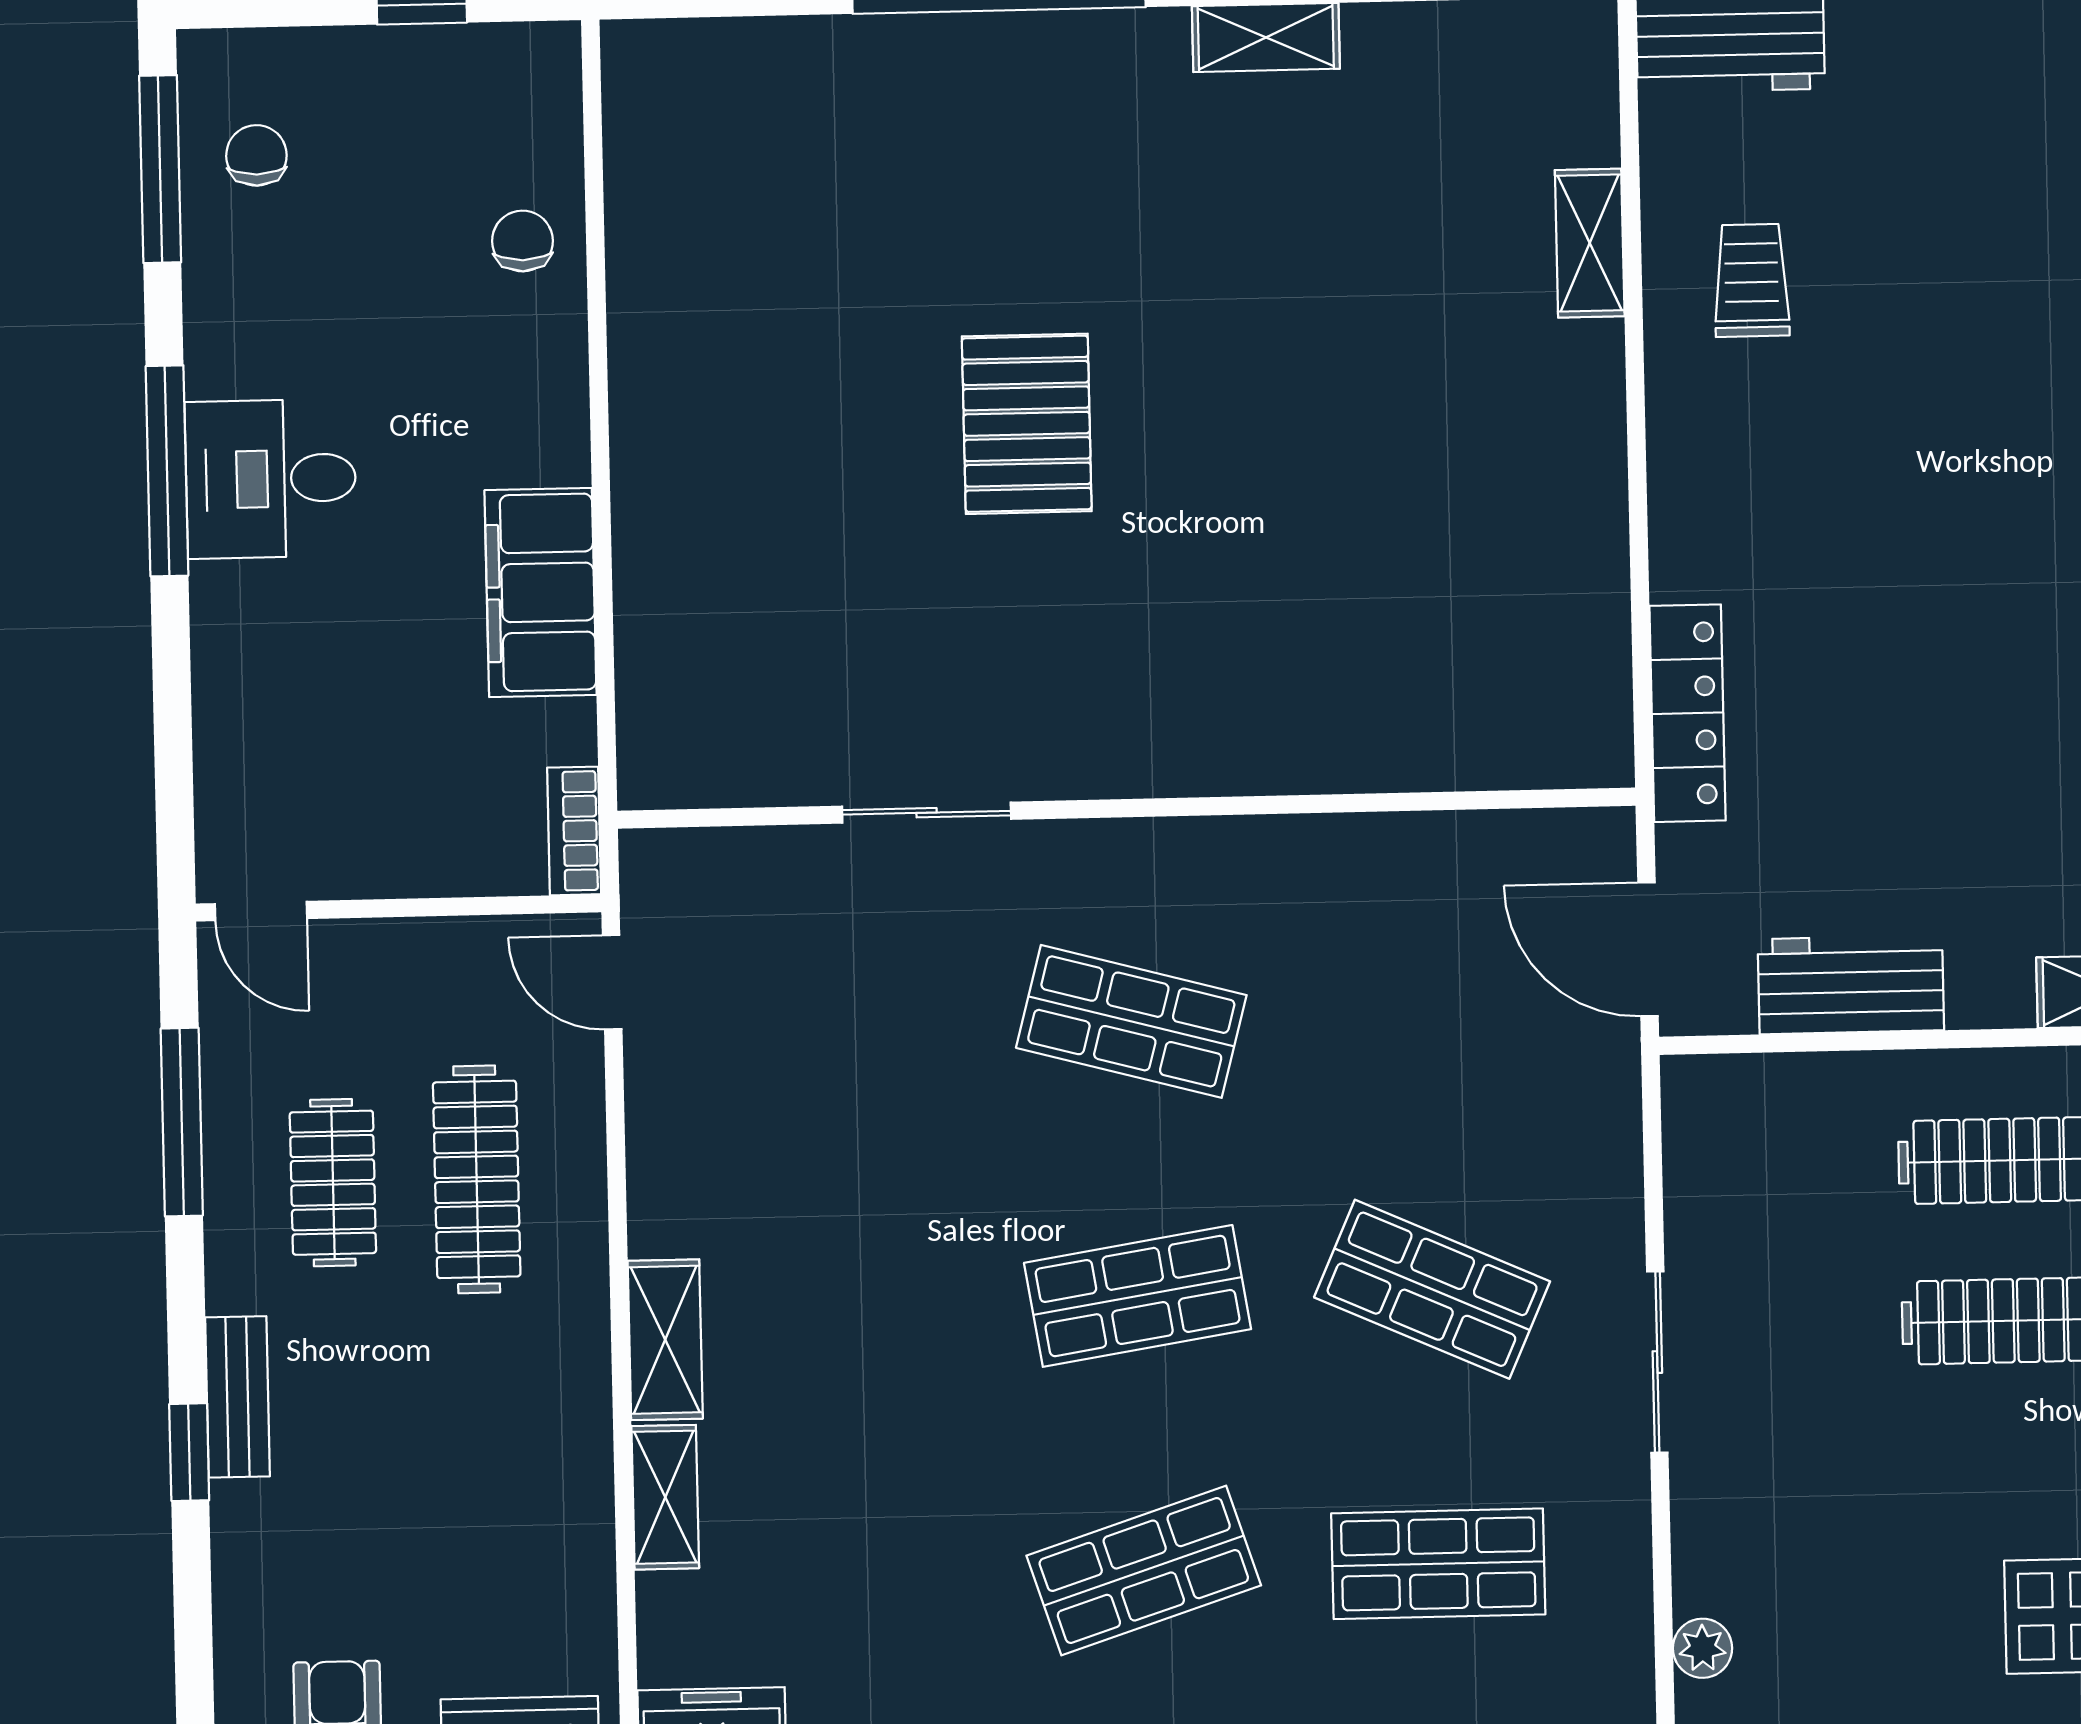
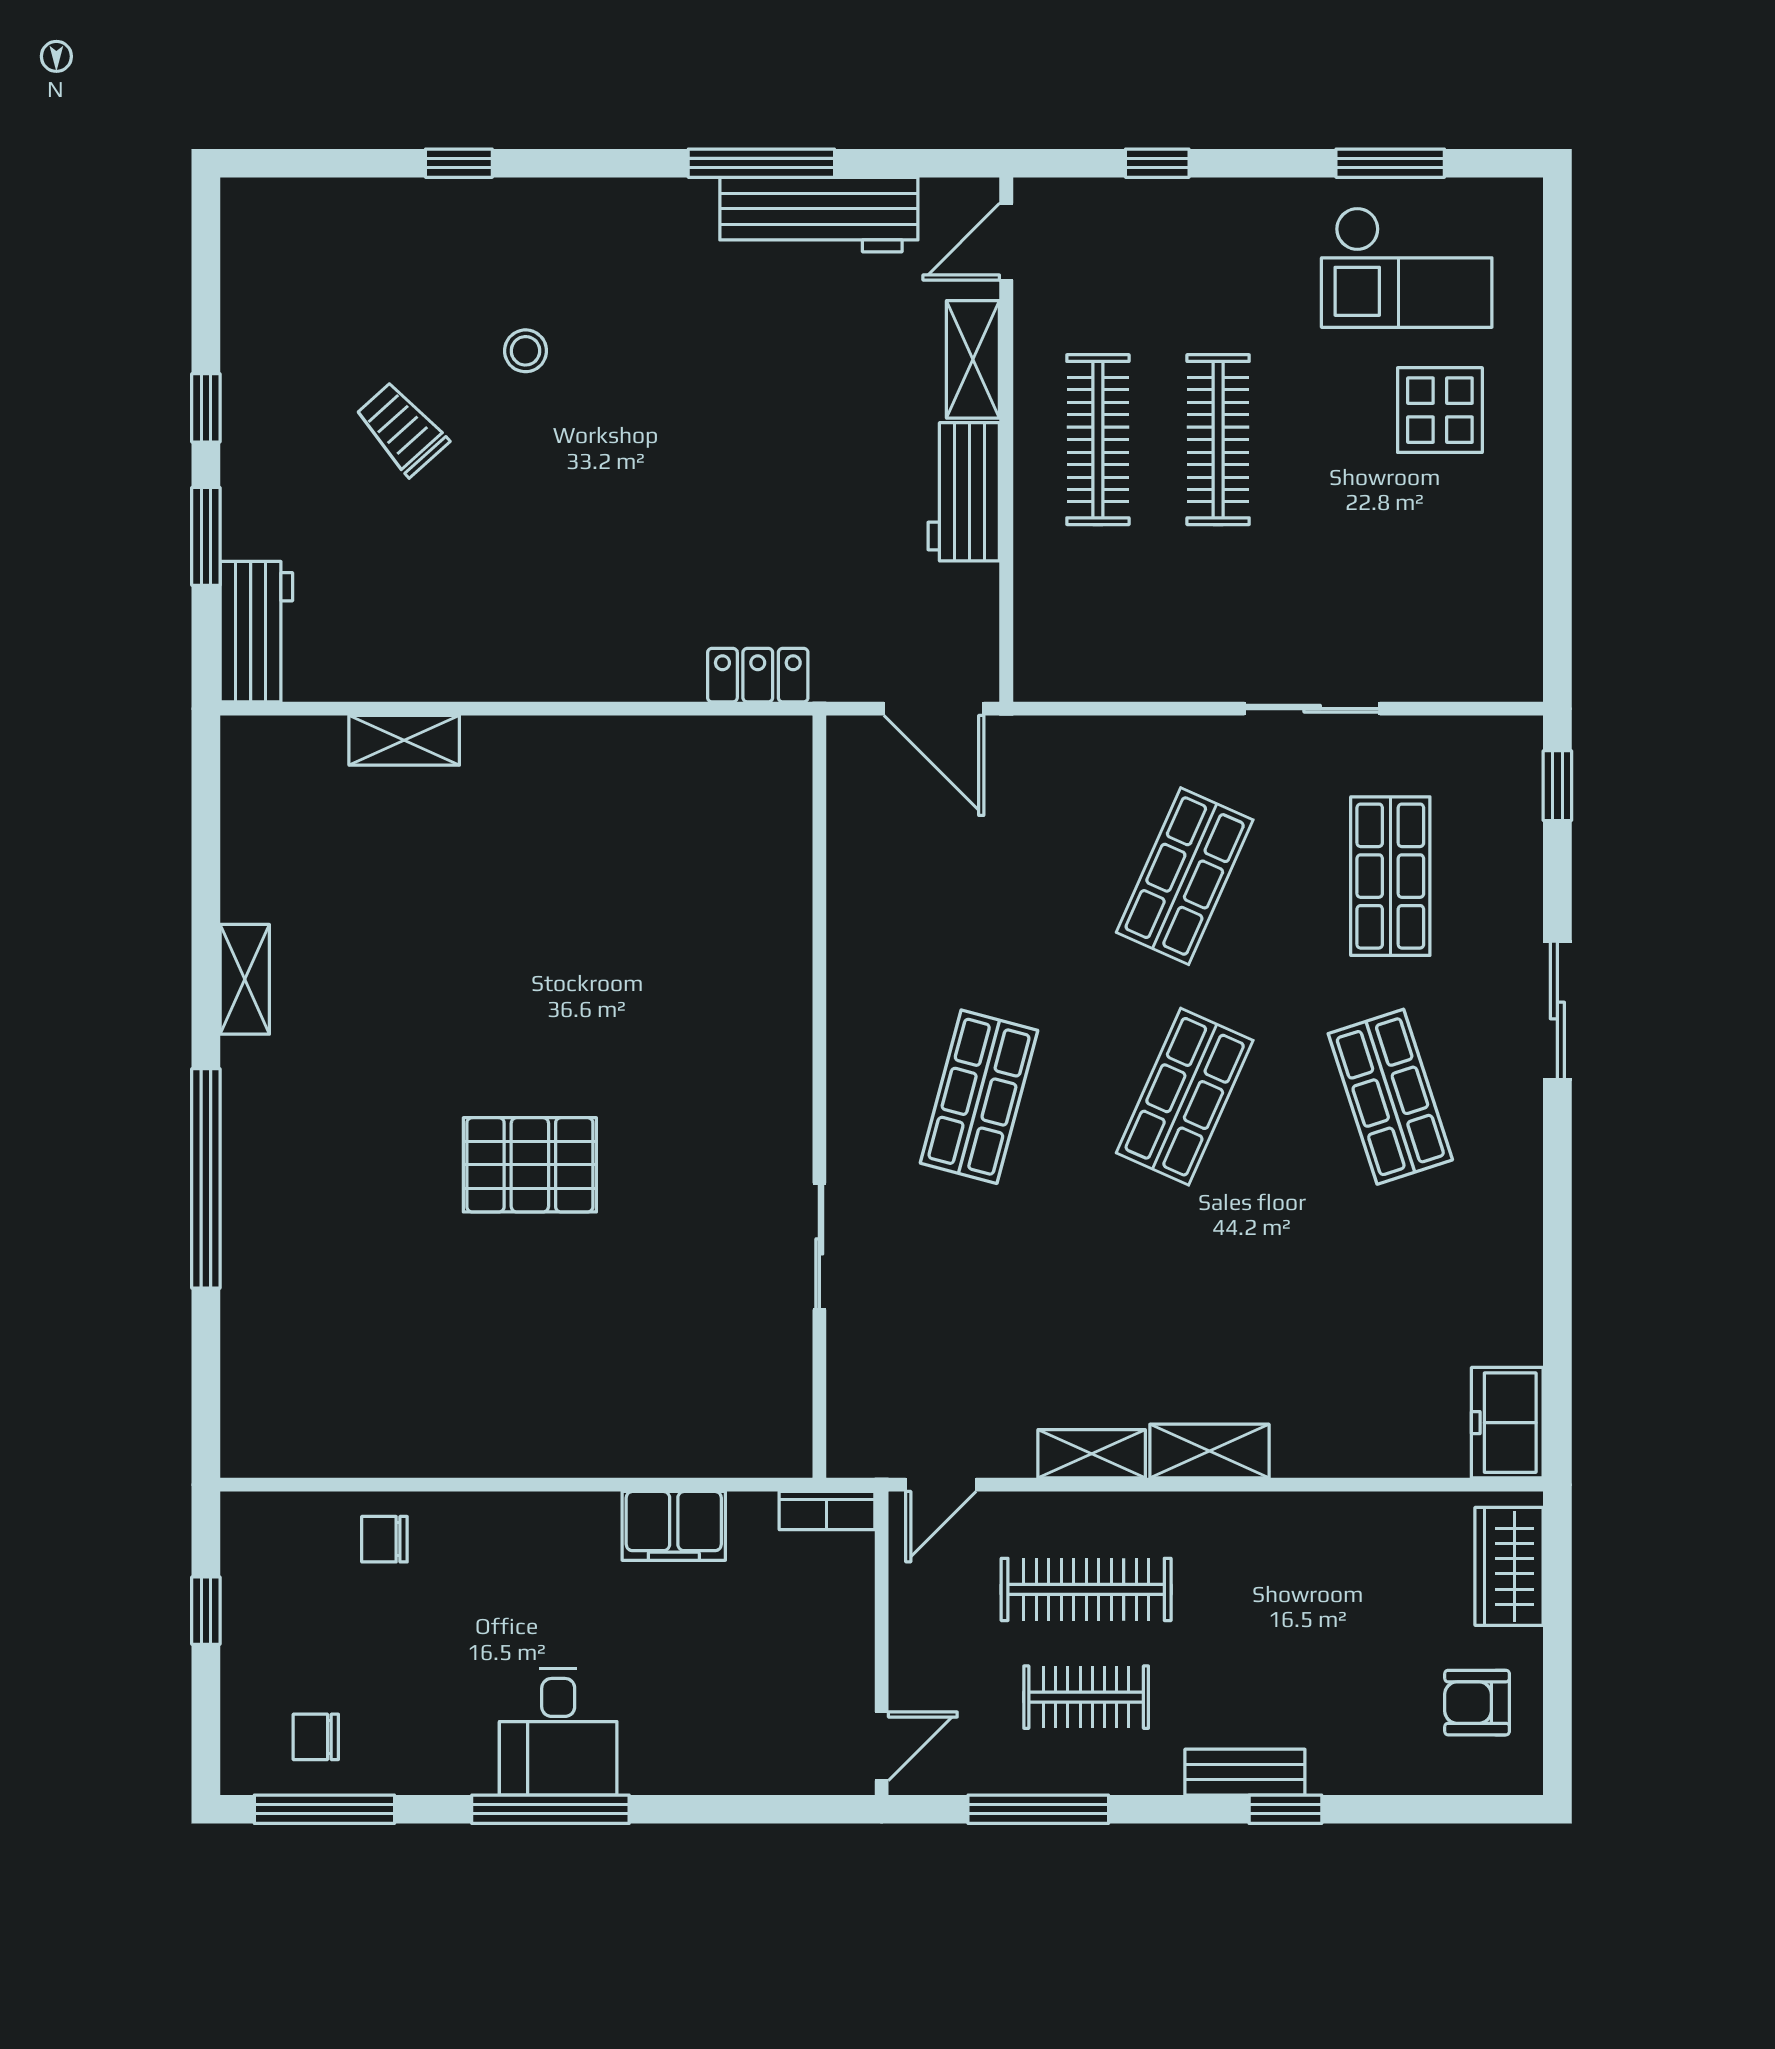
trolley: (1752, 280) -> (402, 429), moved, turned 48
filing cabinet: (541, 593) -> (674, 1526), width x0.67, depth x0.86
locker: (1687, 713) -> (758, 675), width x0.66
door: (1648, 949) -> (934, 709), hinge flipped
workbench: (1851, 985) -> (964, 492), moved
shop shelf: (1138, 1296) -> (1185, 1097), turned 33
sliding door: (1657, 1362) -> (1312, 709), moved
shelving: (665, 1497) -> (1092, 1454), moved
plant: (1703, 1648) -> (1458, 680), removed

